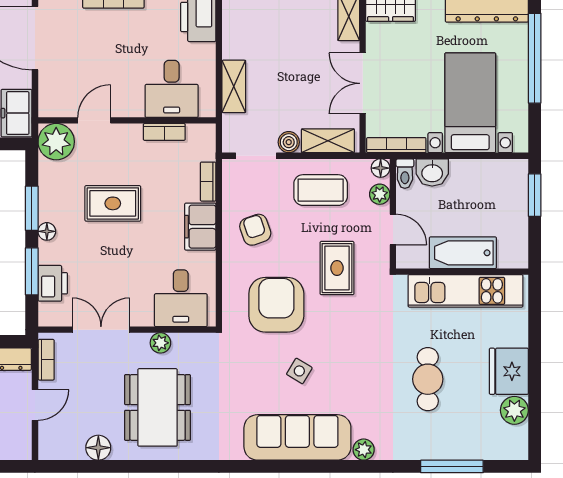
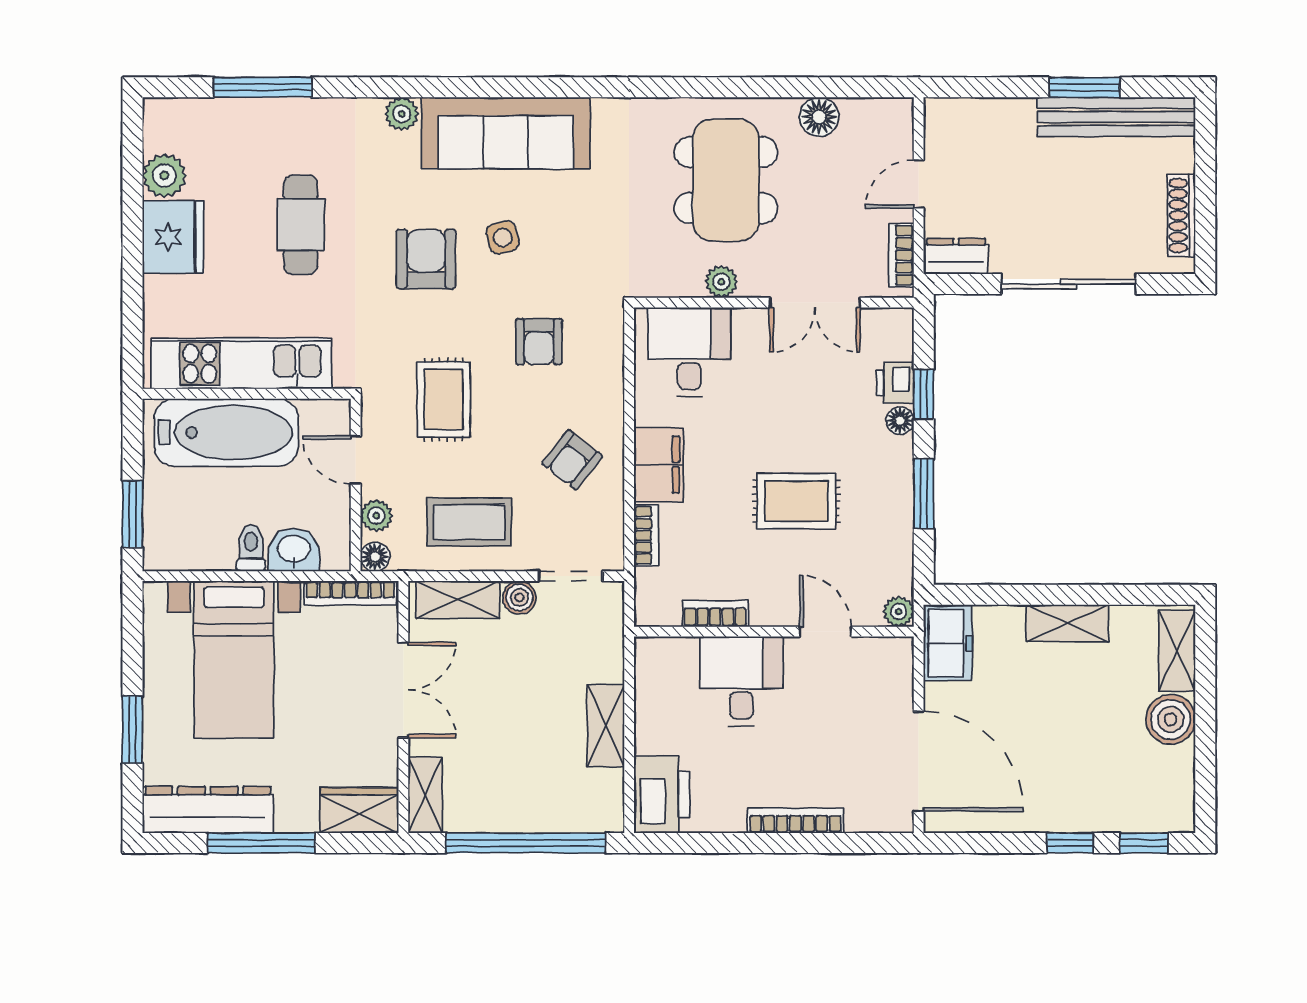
window: (535, 58) -> (132, 730), width x0.47
shelving: (234, 86) -> (606, 726), moved
desk: (172, 89) -> (741, 681), moved
door: (94, 120) -> (825, 632), swing flipped
plant: (56, 142) -> (899, 612), width x0.53, depth x0.53
toilet: (405, 174) -> (251, 548), moved
armchair: (255, 230) -> (572, 460), turned 57
floor lamp: (47, 231) -> (900, 420), moved
bathtub: (463, 253) -> (226, 432), width x1.36, depth x1.36
window: (32, 271) -> (924, 394), width x0.67
printer: (53, 283) -> (895, 383), width x0.73, depth x0.81
armchair: (276, 305) -> (539, 342), width x0.53, depth x0.53
armchair: (348, 357) -> (426, 259), added
side table: (299, 371) -> (503, 238), turned 45

